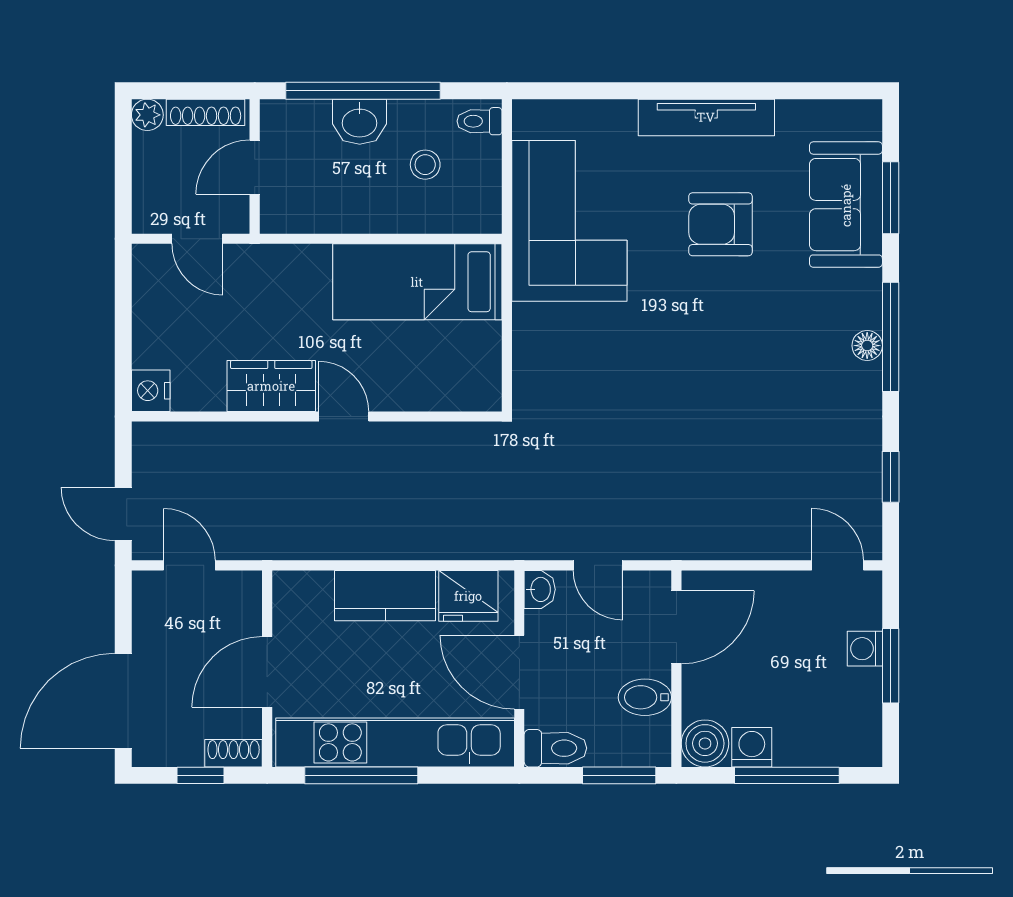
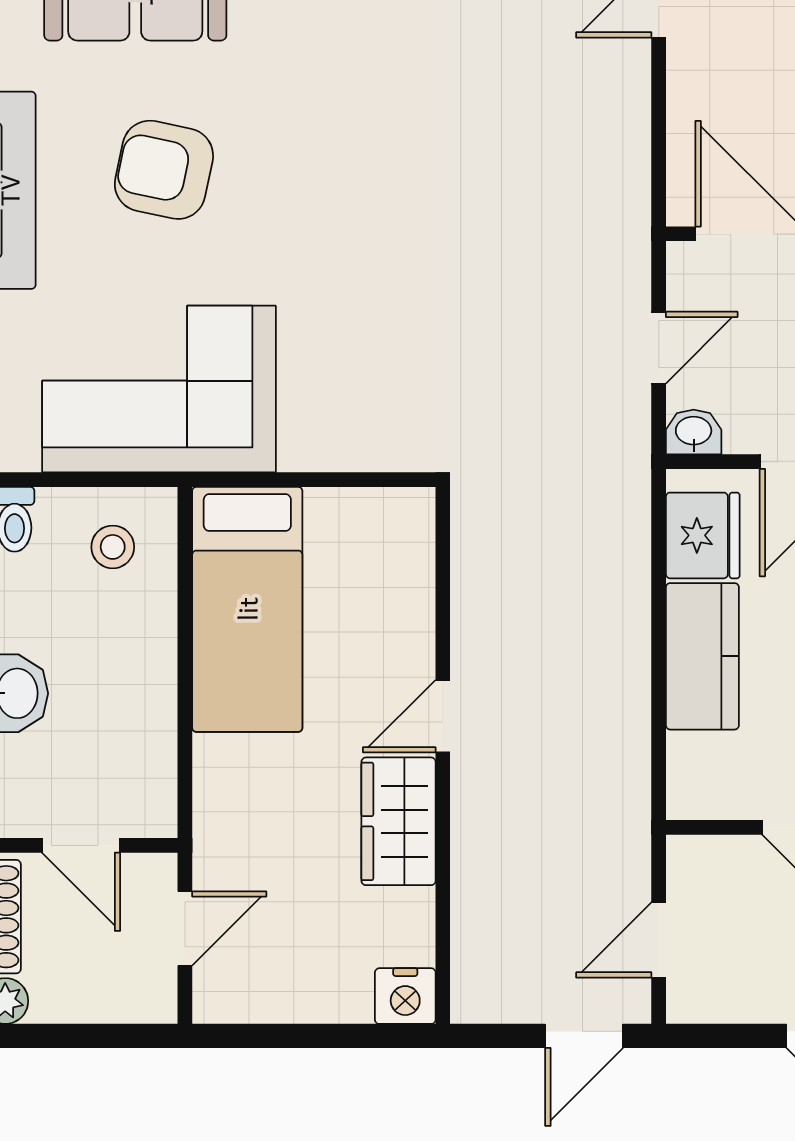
stool: (425, 165) -> (113, 547), moved
armchair: (720, 224) -> (164, 170), turned 102

